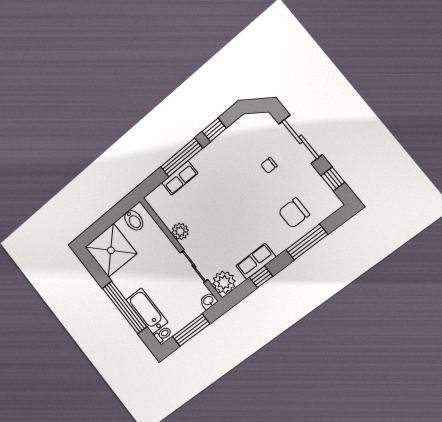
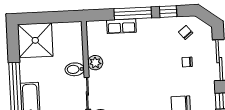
chair: (246, 137) -> (186, 32), added
bidet: (134, 220) -> (75, 69), moved, turned 90

